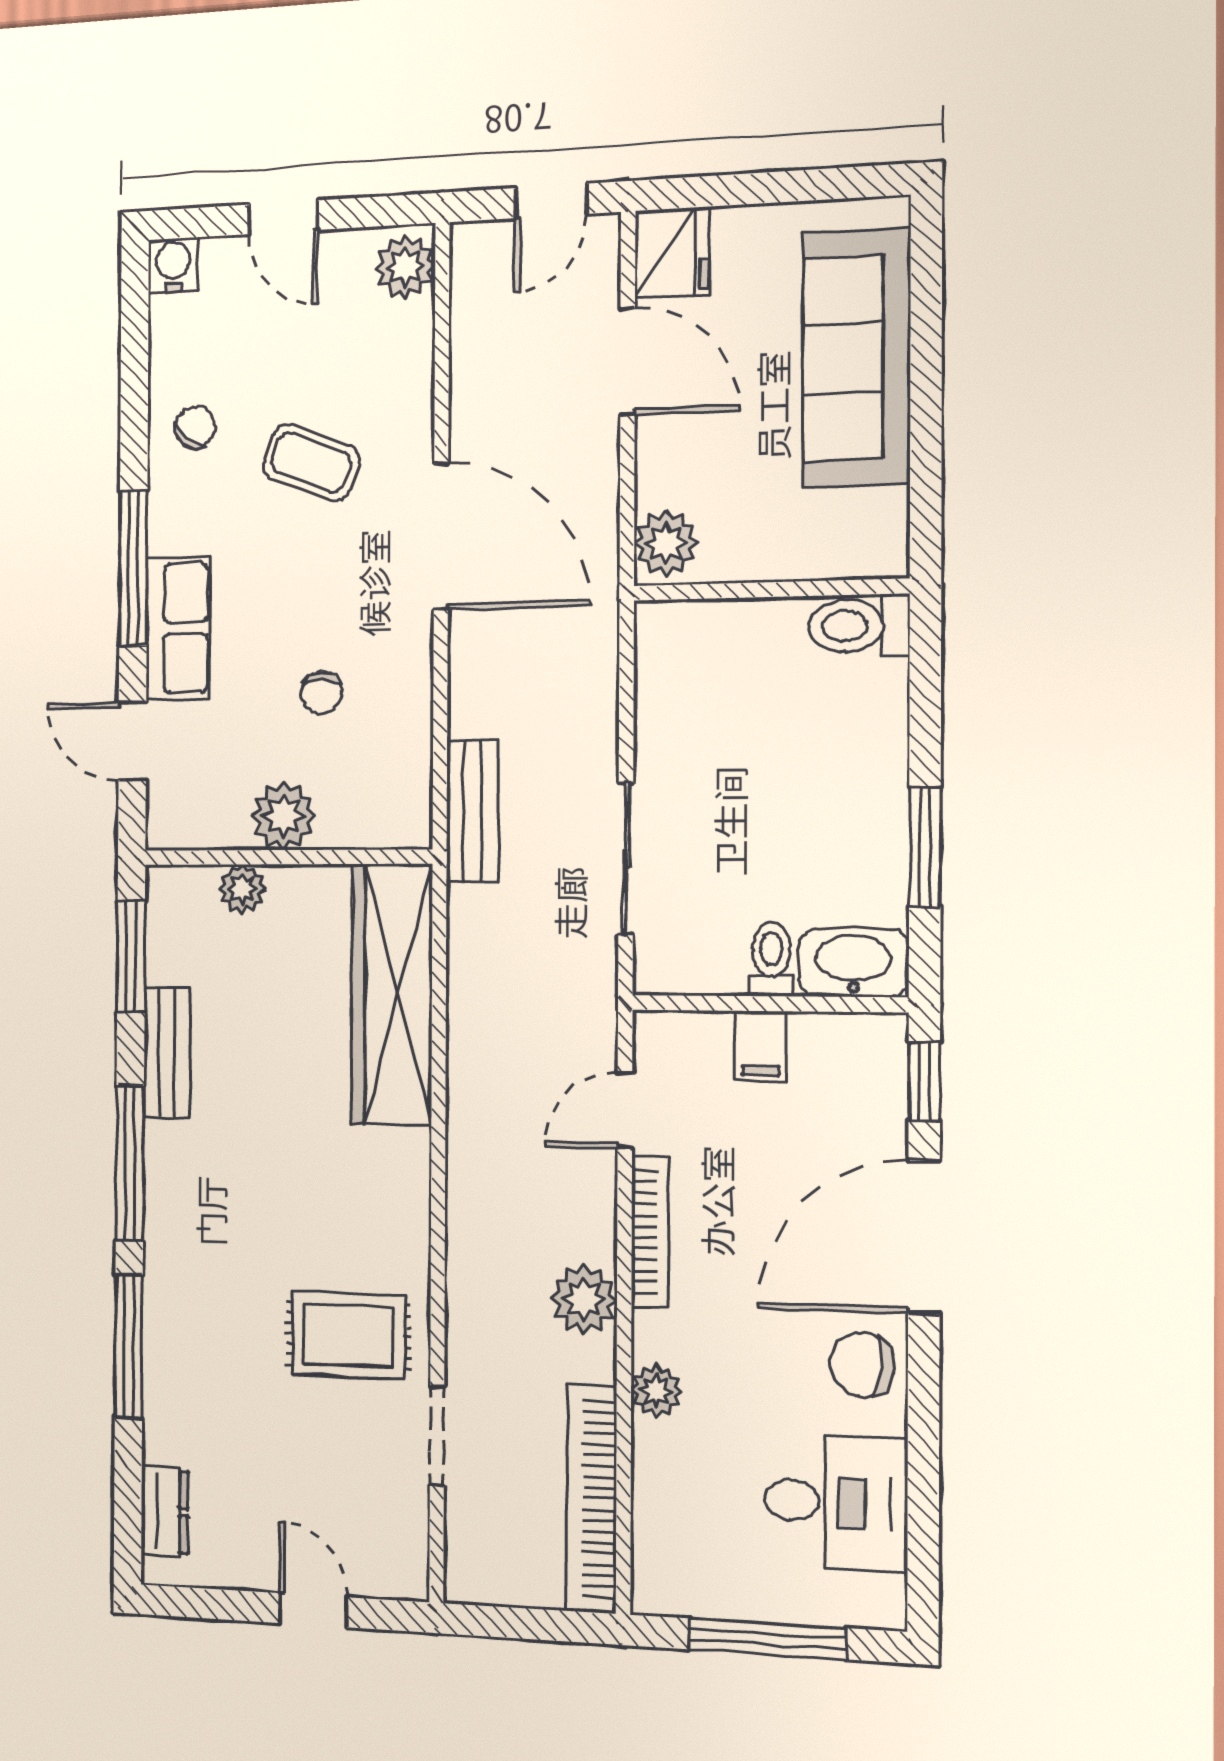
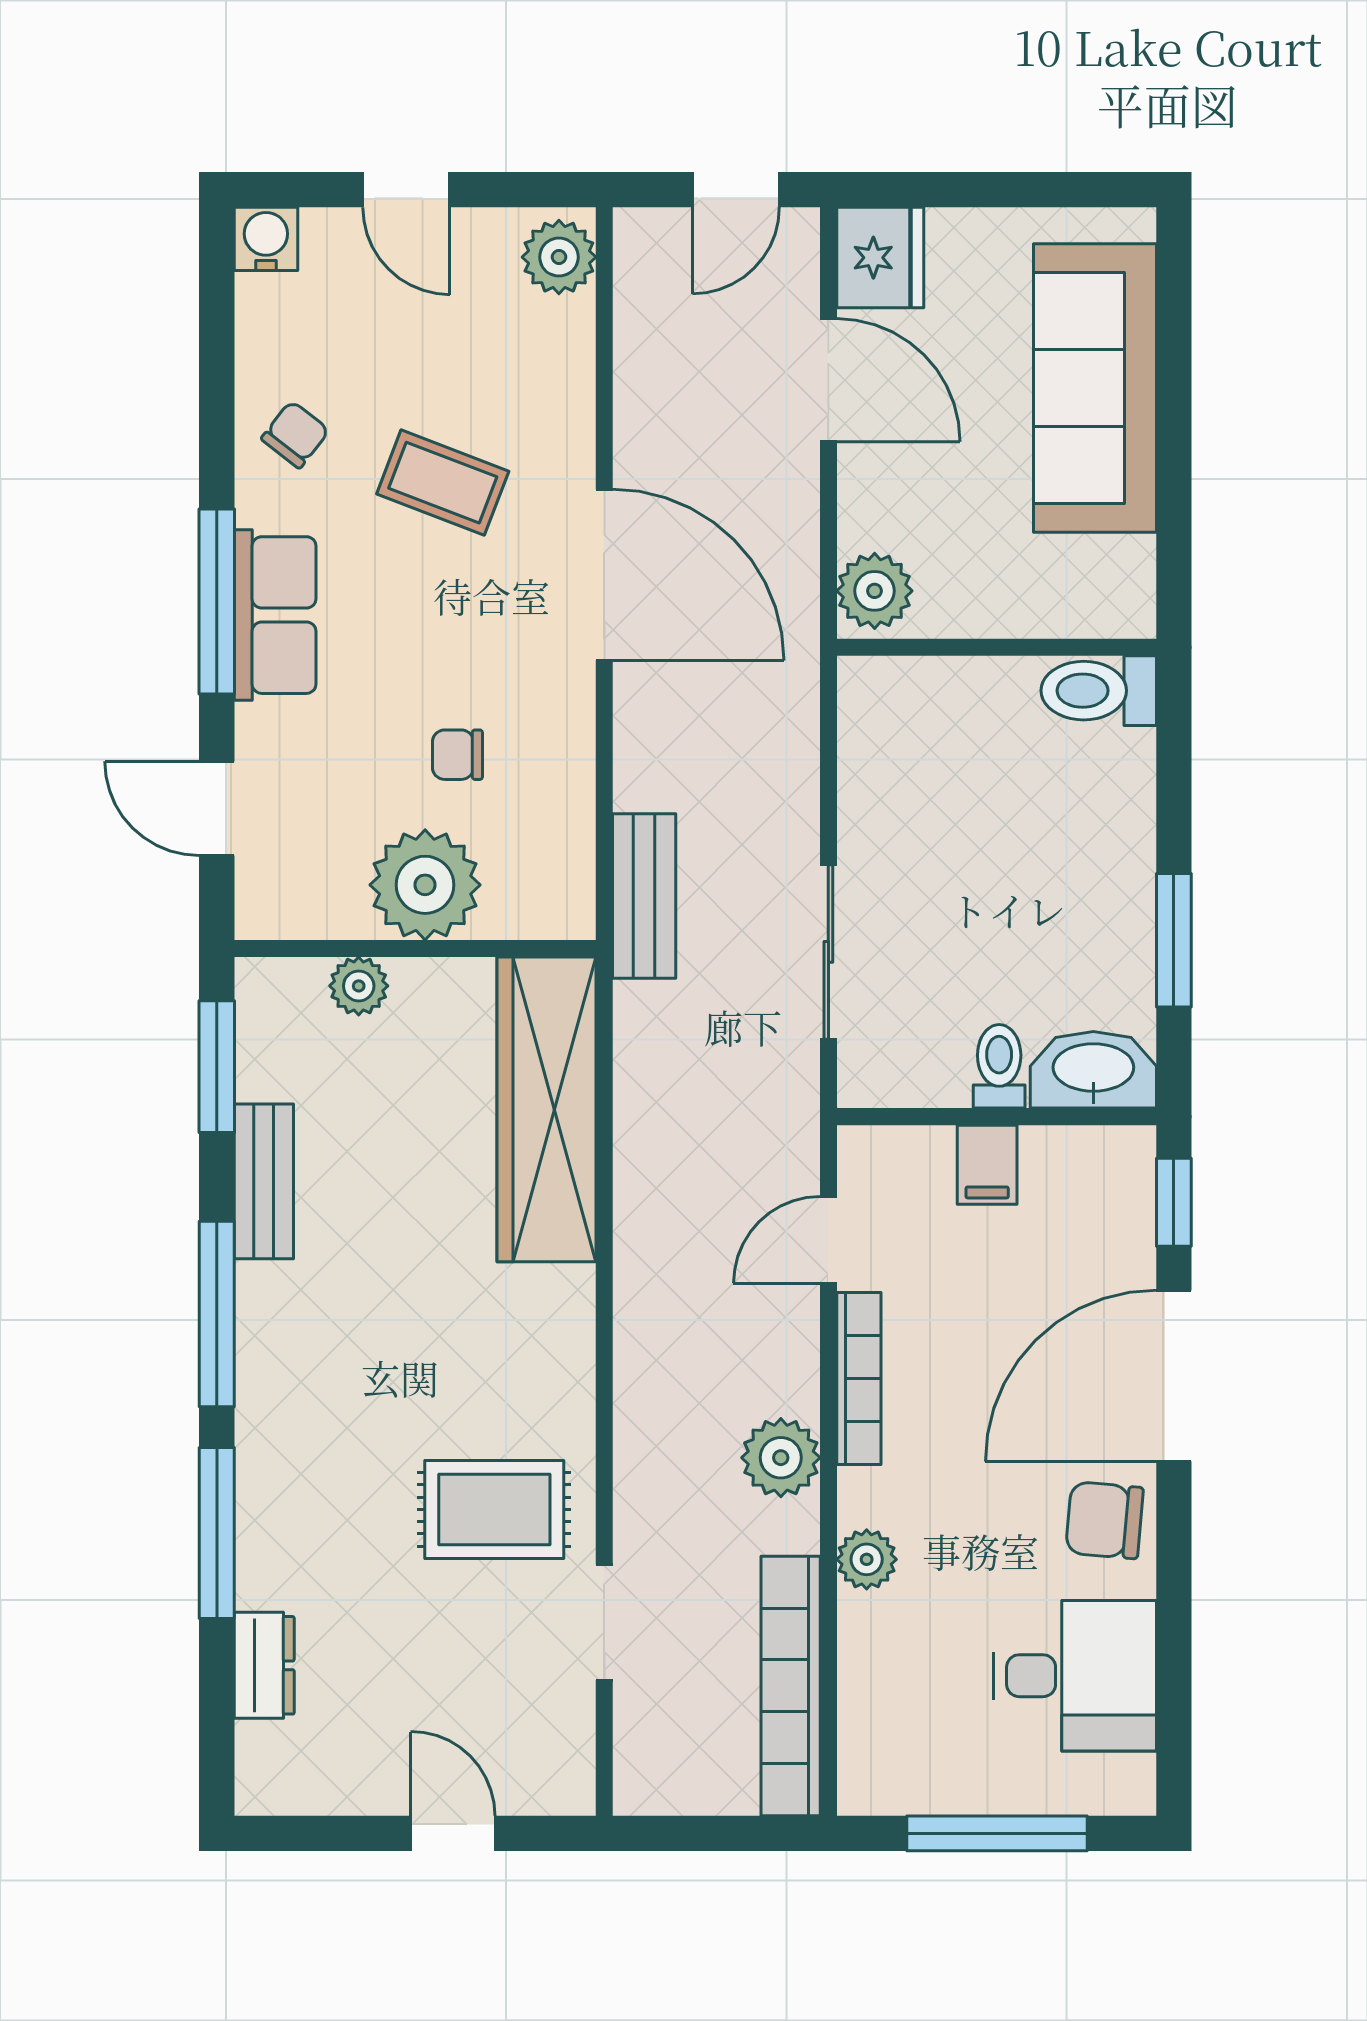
row of seats: (178, 628) -> (275, 615), moved
chair: (322, 693) -> (457, 755), turned 90
plant: (284, 816) -> (425, 885), width x1.36, depth x1.36
dresser: (165, 1511) -> (264, 1665), moved

